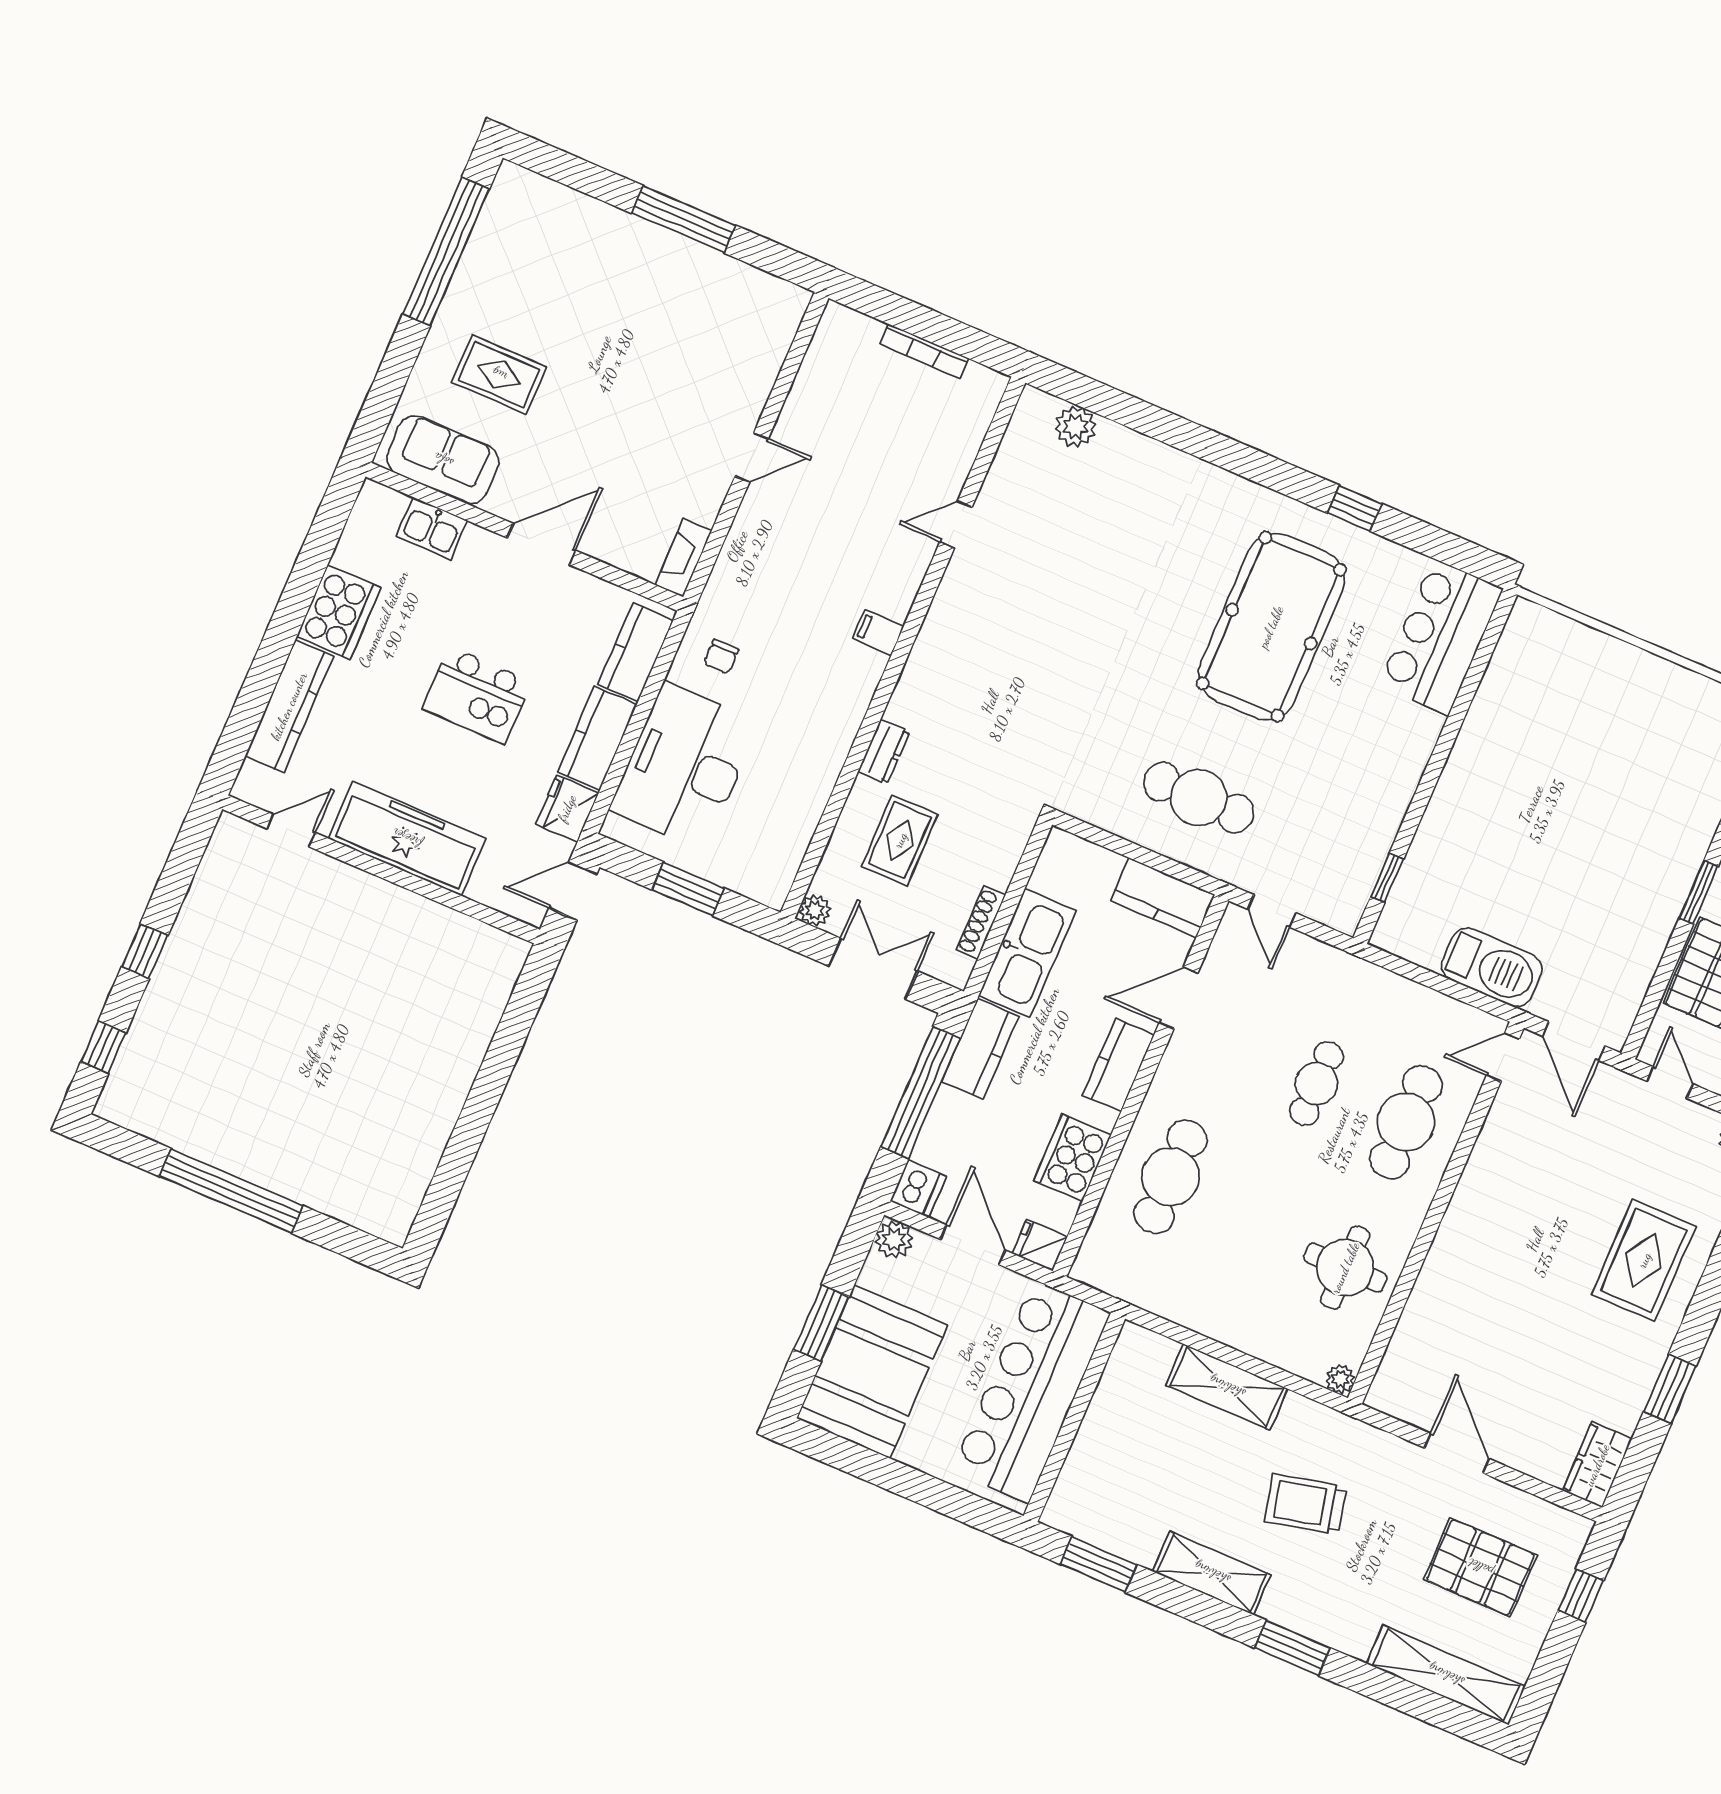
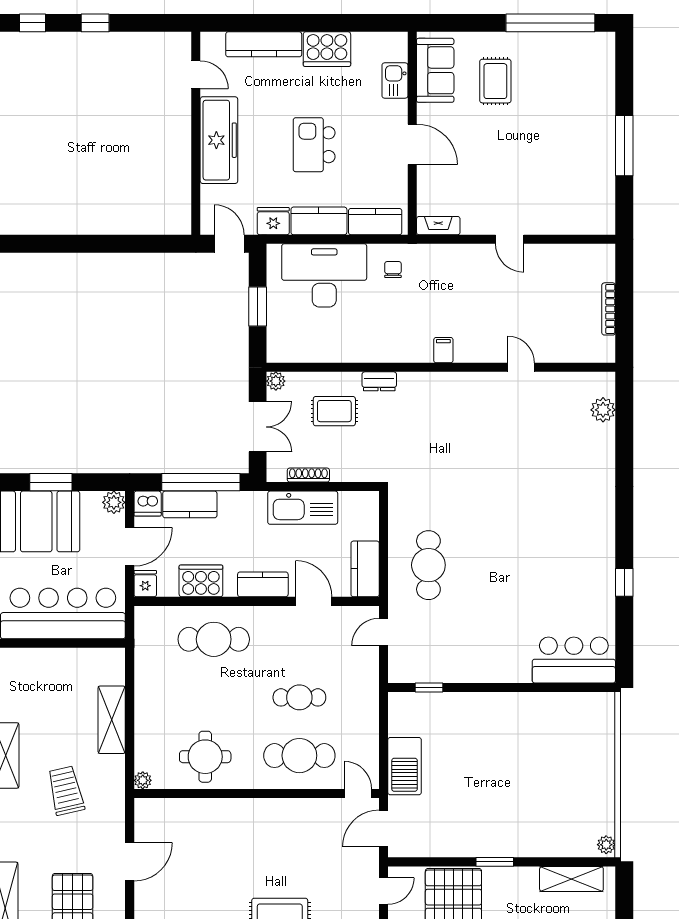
pool table: (1271, 627) -> (540, 565), removed
chair: (721, 657) -> (393, 270), turned 90
kitchen counter: (980, 1049) -> (190, 504), moved

